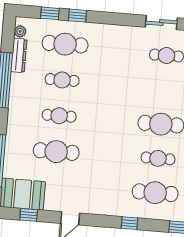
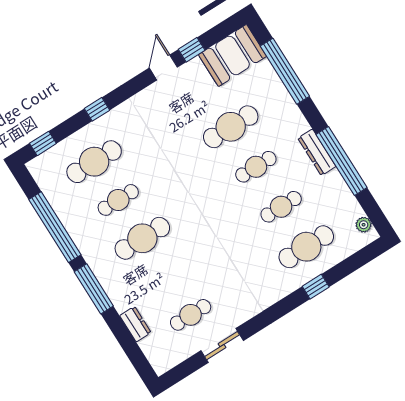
window: (50, 13) -> (347, 267), removed
dresser: (19, 55) -> (317, 152), moved
window: (29, 215) -> (192, 50), moved

